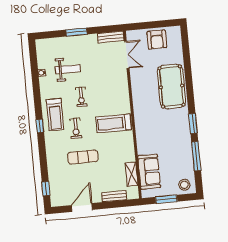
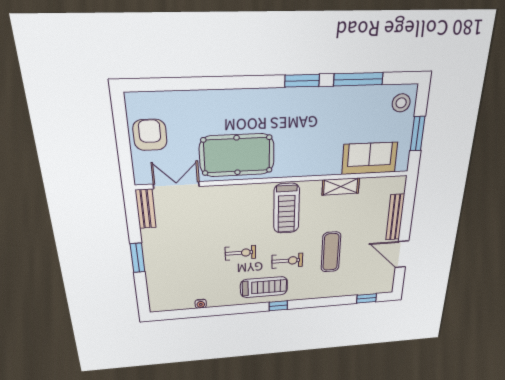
armchair: (157, 40) -> (150, 135), turned -90
weight bench: (68, 69) -> (197, 270), removed
pool table: (171, 86) -> (237, 155), moved
shelving: (132, 174) -> (341, 187), moved
bench: (114, 196) -> (395, 217), width x1.36

